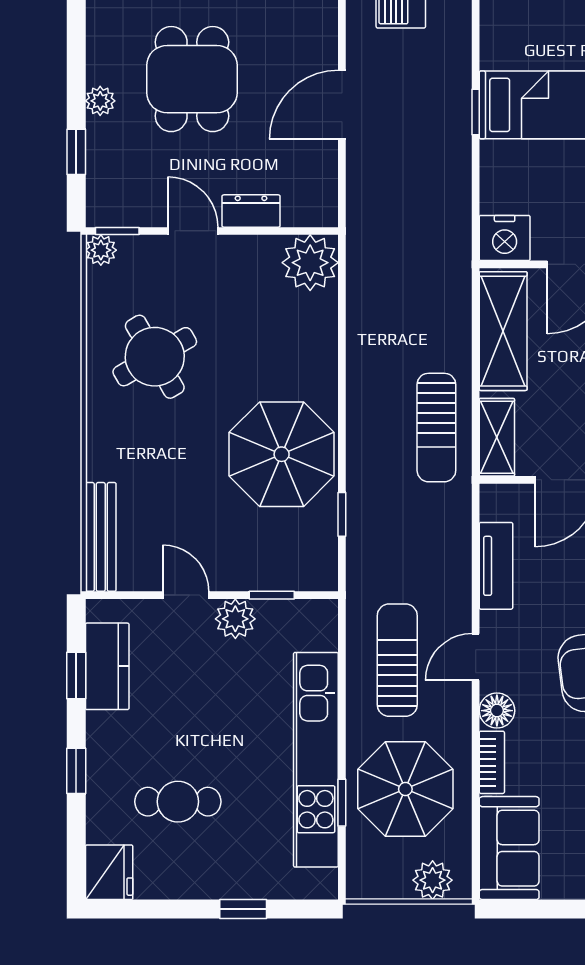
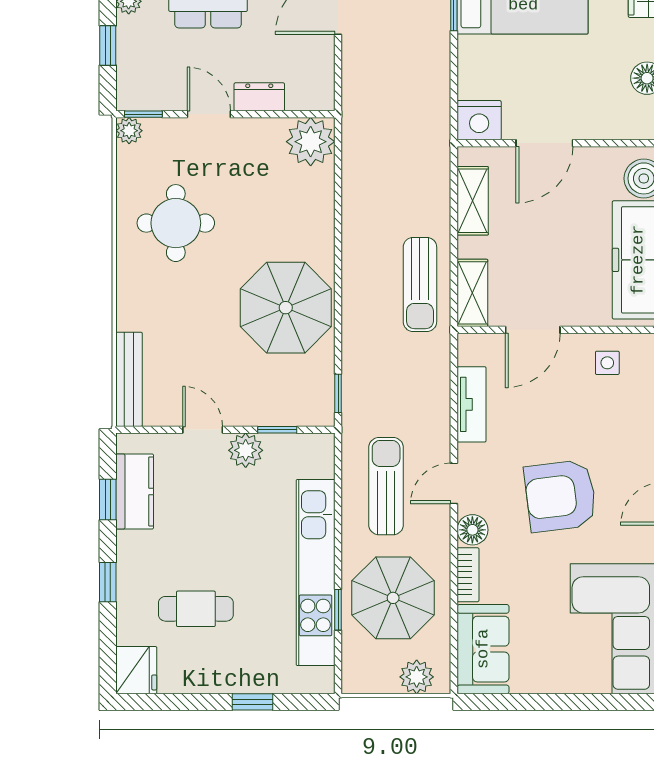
shelving: (503, 331) -> (473, 201), width x0.67, depth x0.75
round table: (155, 357) -> (176, 223), turned 30
window: (342, 514) -> (338, 393), moved

